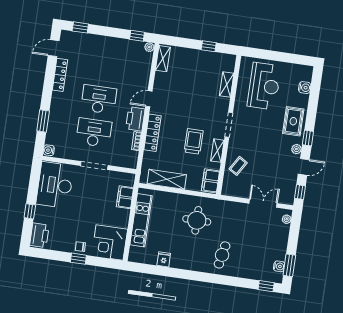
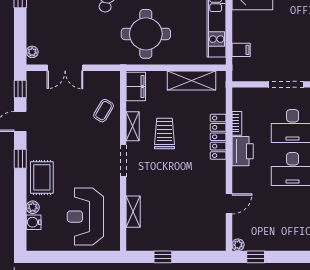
shelving: (163, 59) -> (219, 233), removed
door: (149, 99) -> (229, 204), moved
trolley: (194, 141) -> (164, 133), turned 180
plant: (296, 149) -> (33, 207), moved
filing cabinet: (125, 197) -> (241, 50), width x0.50
round table: (197, 220) -> (146, 34), width x1.36, depth x1.36

